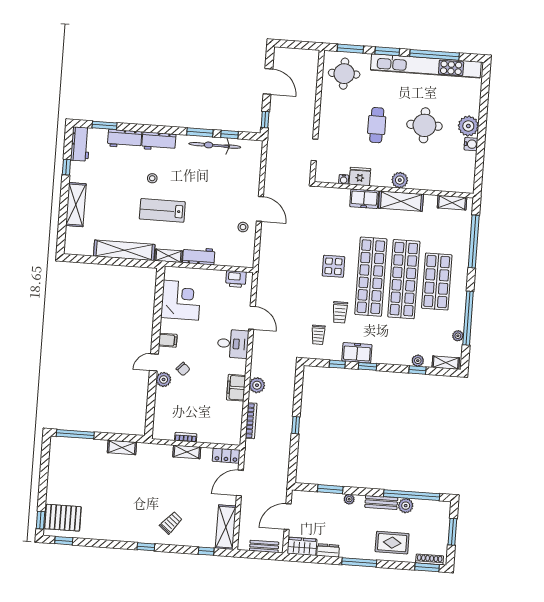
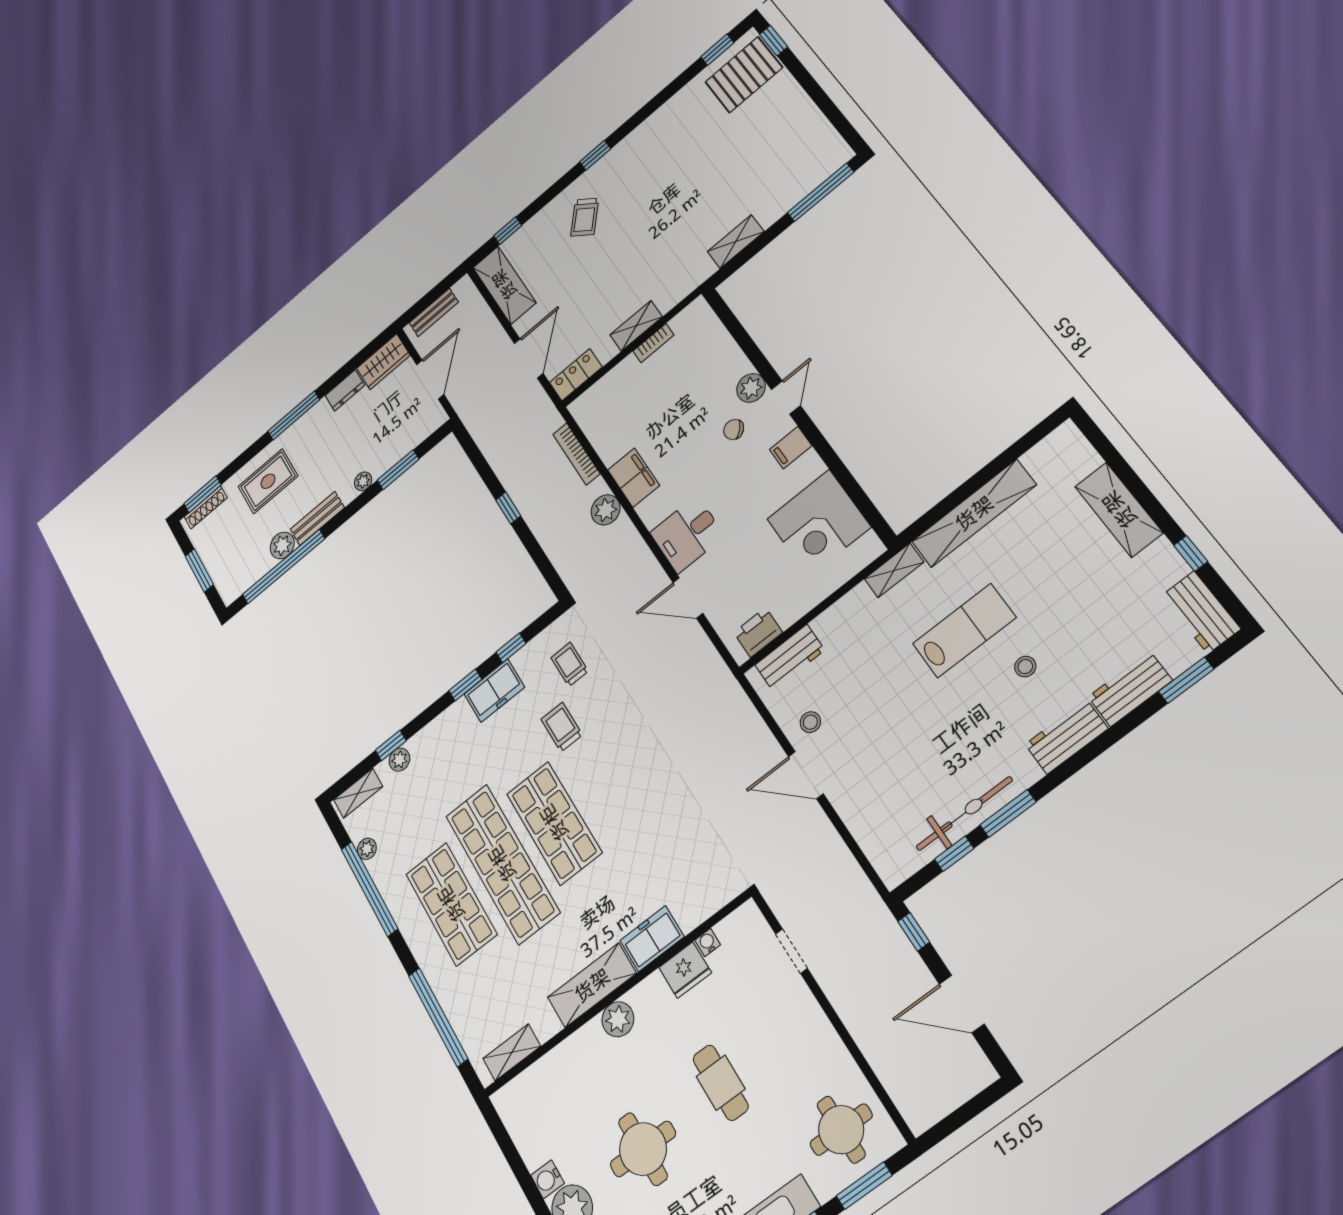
workbench: (199, 256) -> (790, 657), moved
display table: (333, 266) -> (622, 788), removed
shop shelf: (371, 277) -> (554, 823), width x0.71

